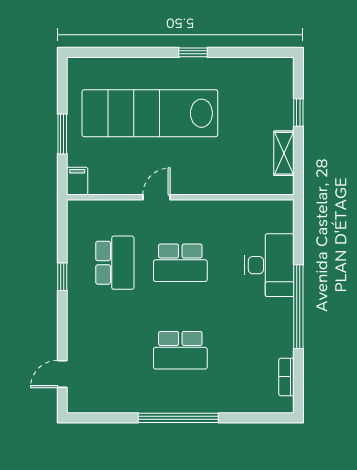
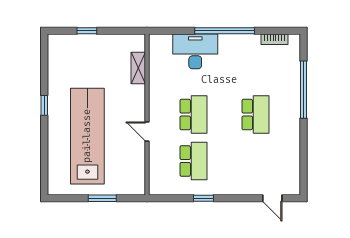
lab bench: (150, 113) -> (87, 136), turned 180
shelving: (284, 153) -> (138, 68), moved, turned 90
filing cabinet: (77, 181) -> (136, 188), removed
school desk: (115, 263) -> (193, 161), turned 90
window: (178, 418) -> (304, 90), moved

